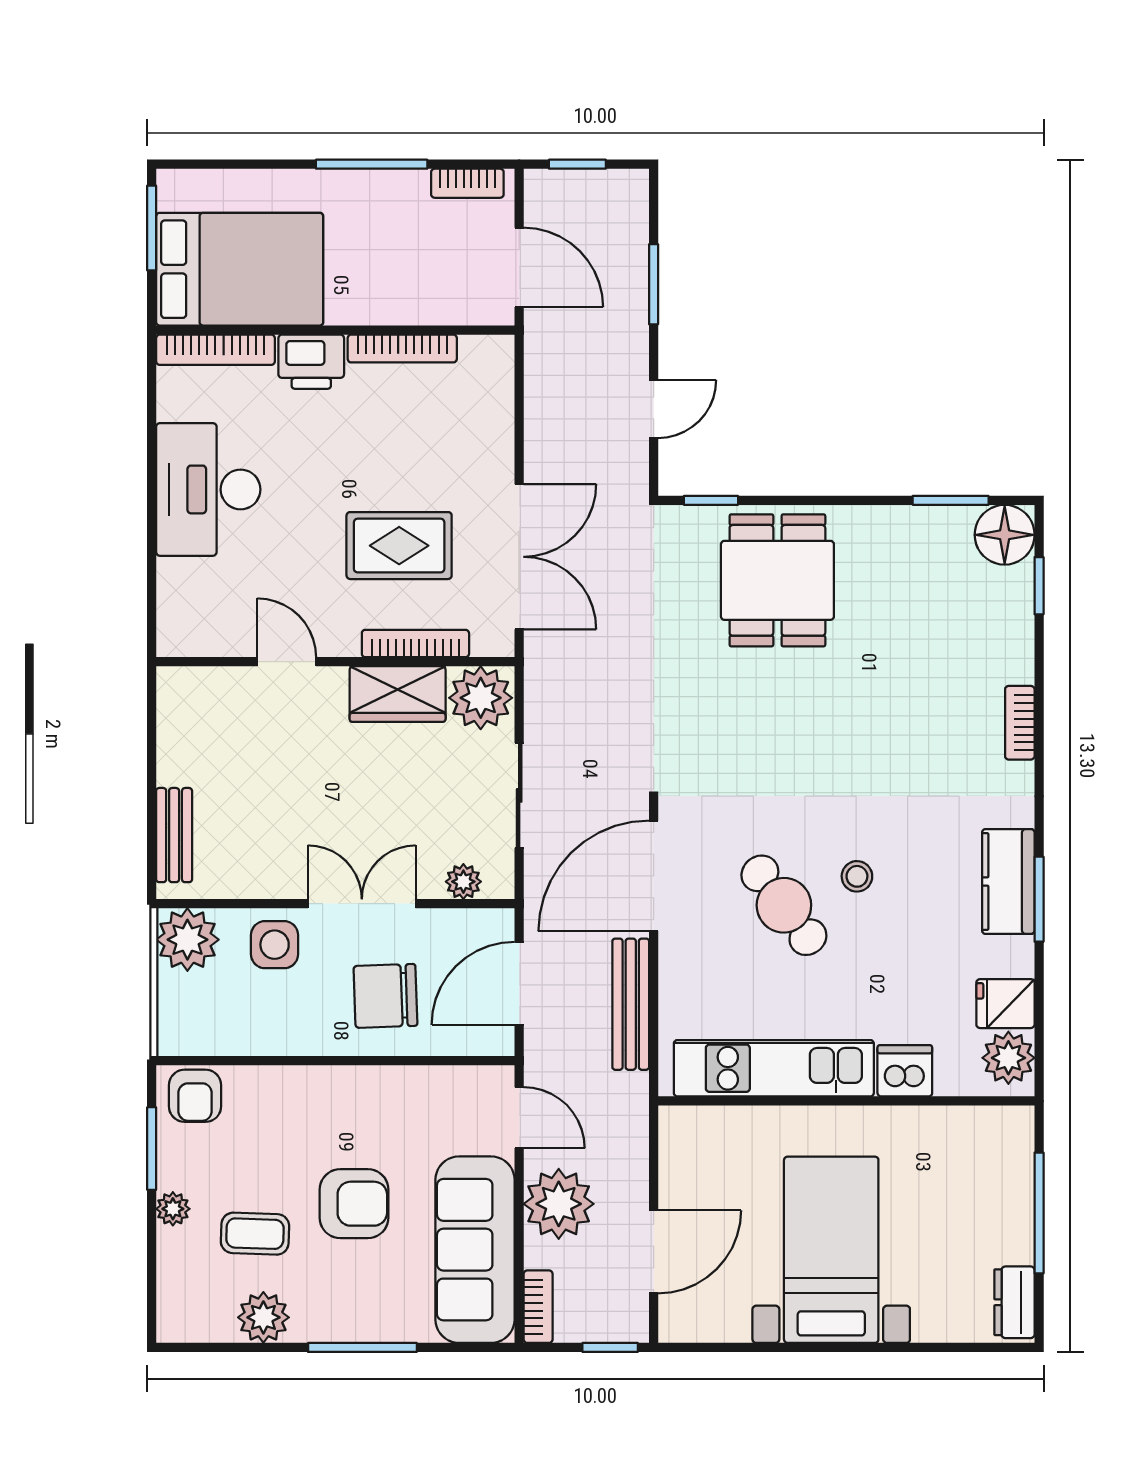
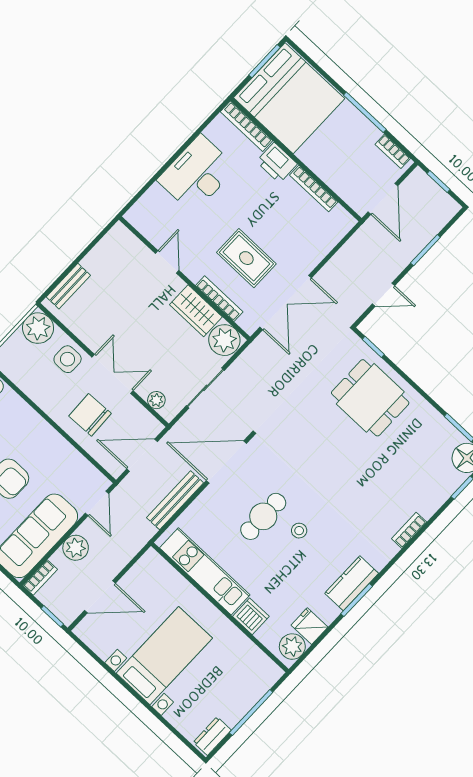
bed: (240, 269) -> (289, 98), width x1.36
dining table: (777, 580) -> (370, 398), turned 90
cafe table: (784, 905) -> (263, 516), turned 37
plant: (559, 1204) -> (76, 548), width x0.73, depth x0.73

